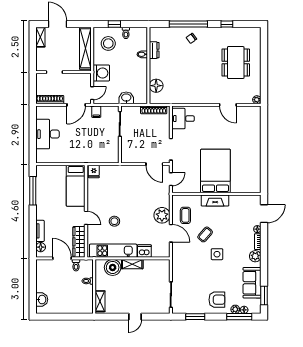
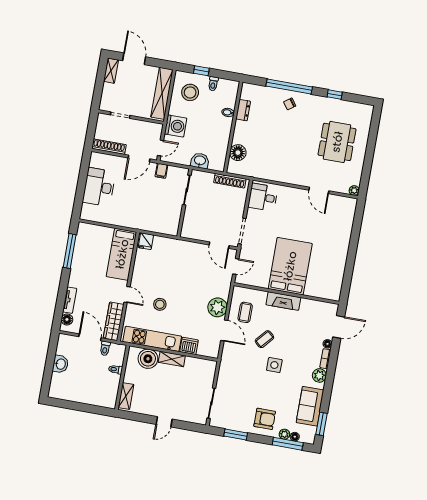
washbasin: (42, 300) -> (60, 364), moved

